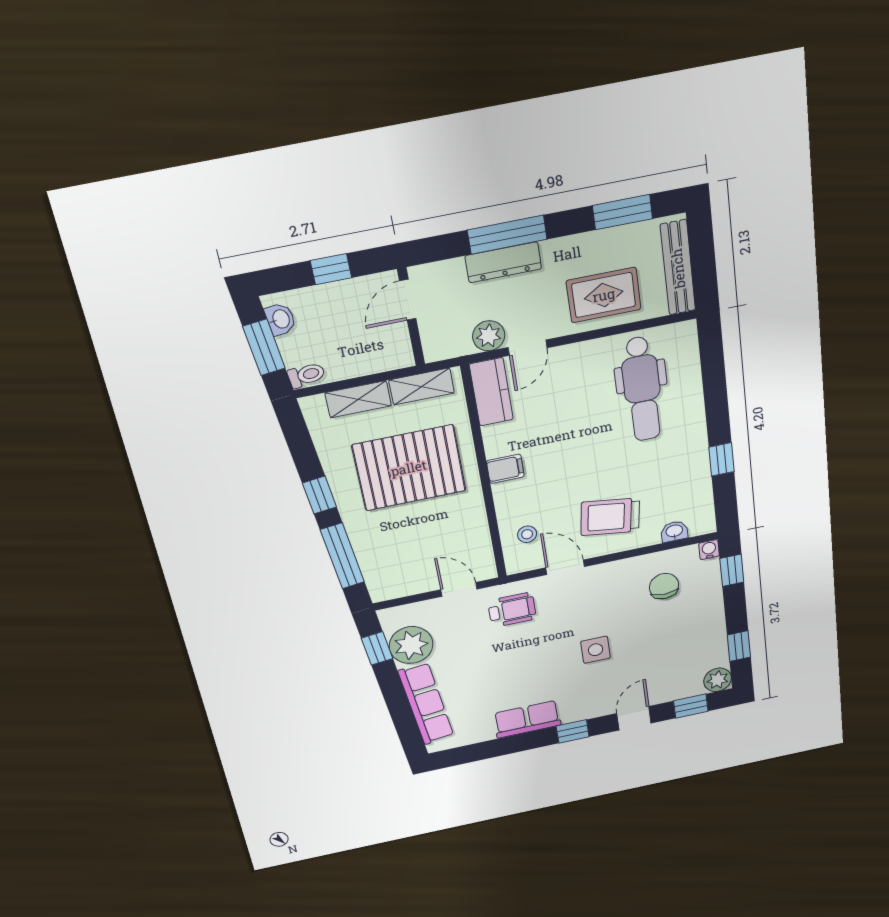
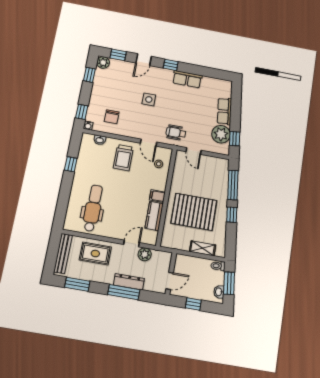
shelving: (422, 387) -> (177, 244), removed
kitchen counter: (491, 392) -> (154, 216), moved
trolley: (610, 517) -> (123, 158), turned 82
row of seats: (426, 704) -> (224, 111), width x0.68

